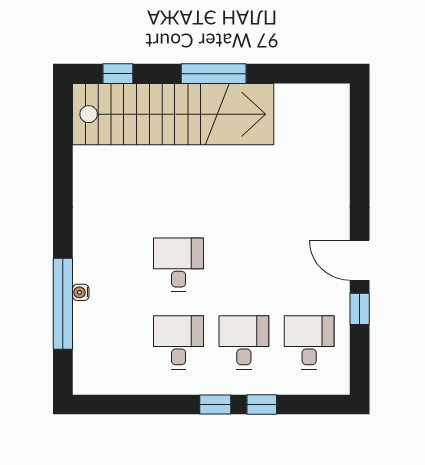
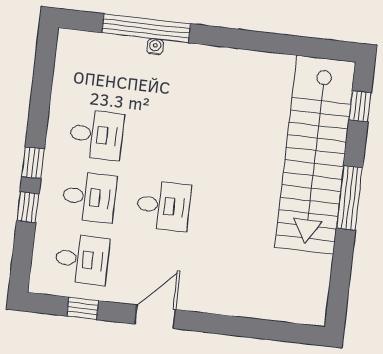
desk: (179, 265) -> (164, 206), moved
window: (360, 309) -> (83, 308), moved

